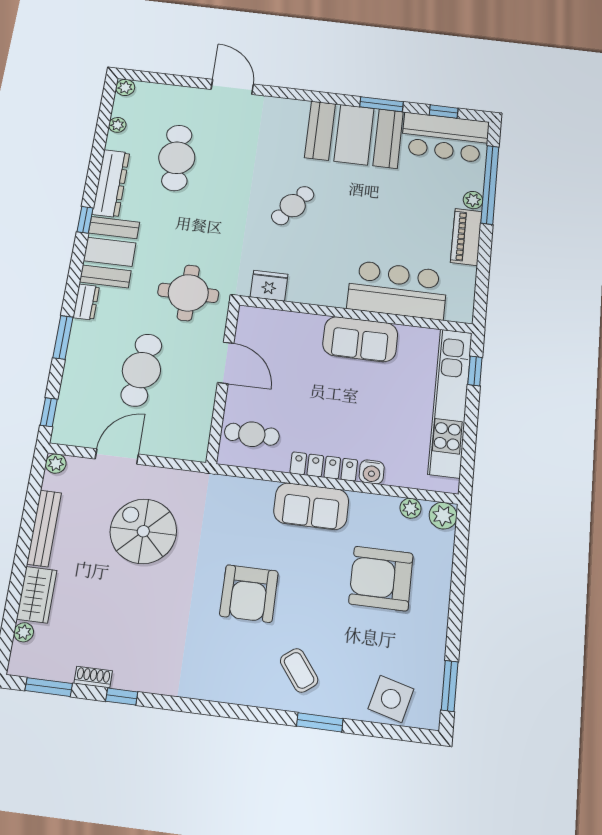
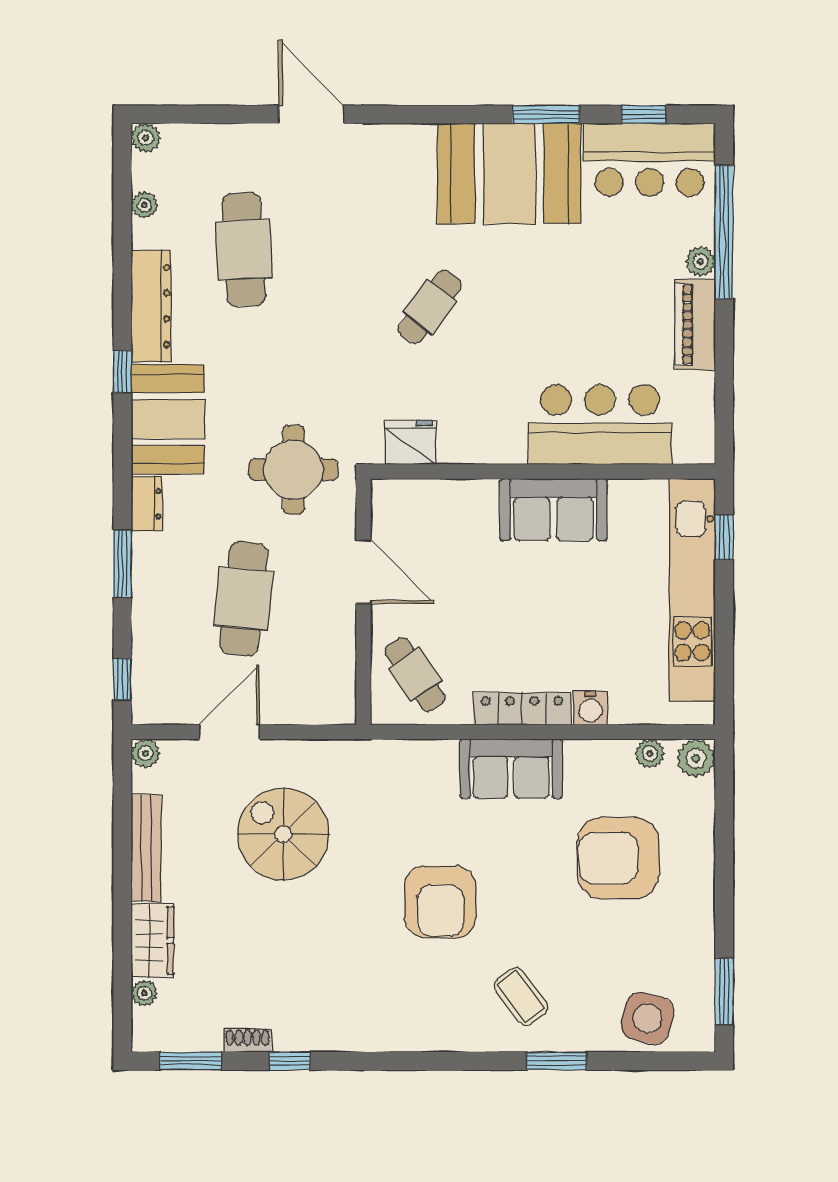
cafe table: (252, 434) -> (415, 674), turned 56

